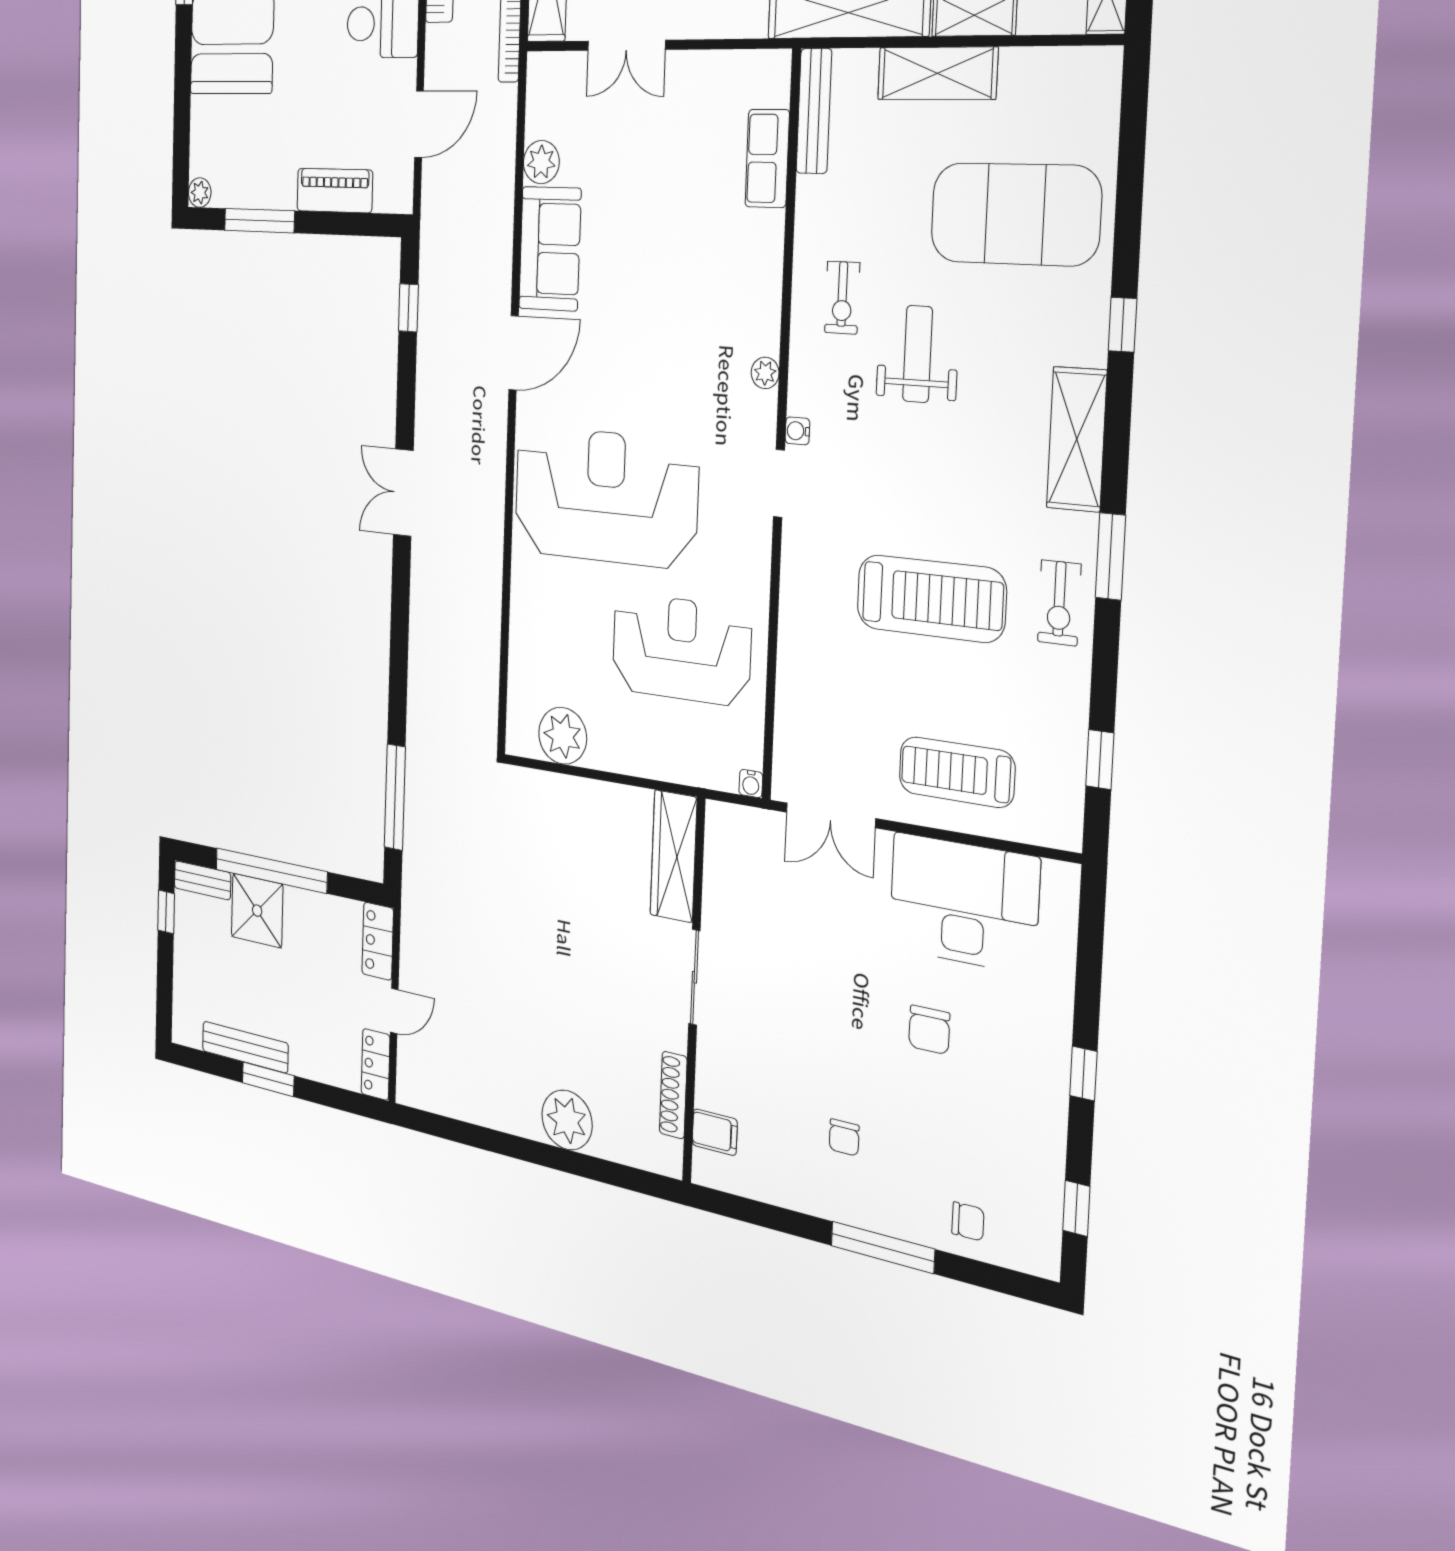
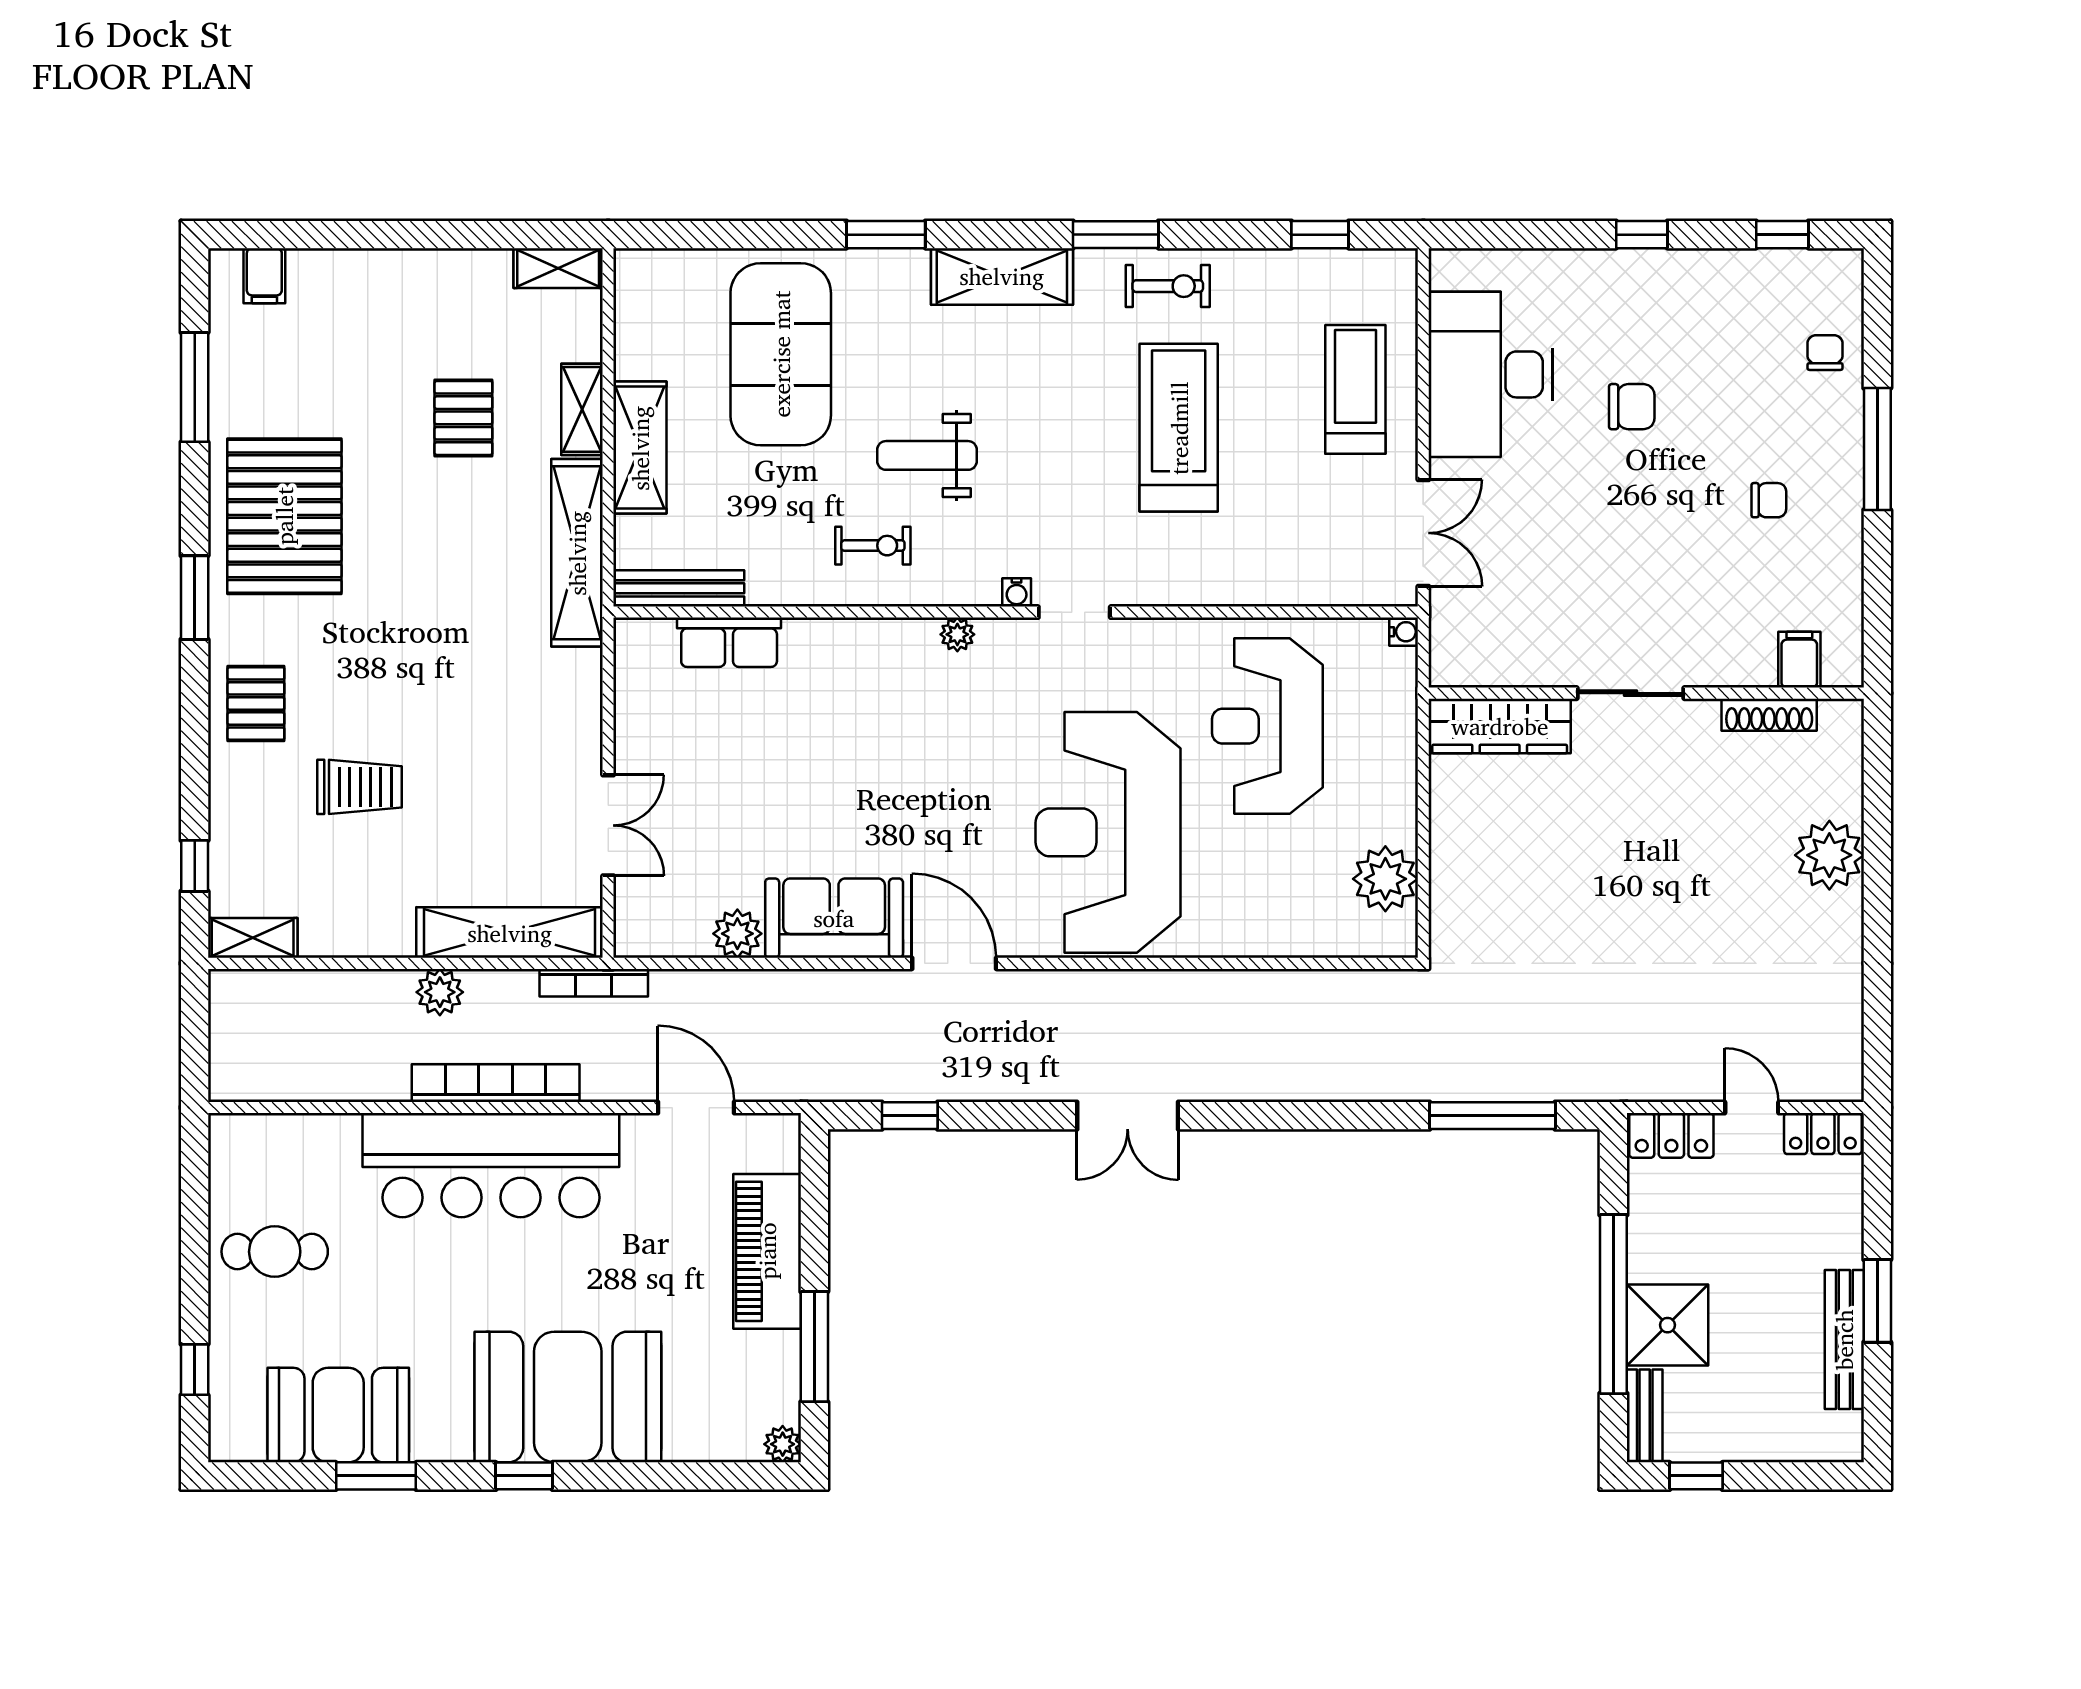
piano: (335, 190) -> (767, 1251), width x1.37, depth x1.33
window: (1123, 325) -> (886, 235), width x1.50
treadmill: (957, 772) -> (1355, 389), turned 180

